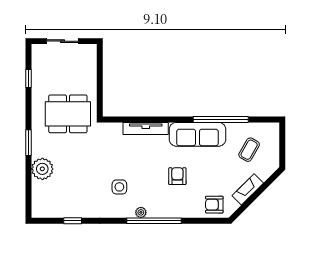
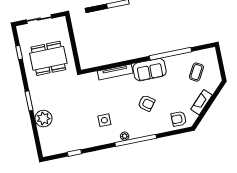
dining table: (68, 114) -> (48, 58), moved
sofa: (197, 134) -> (150, 70), width x0.73
armchair: (177, 176) -> (146, 103), turned 128

